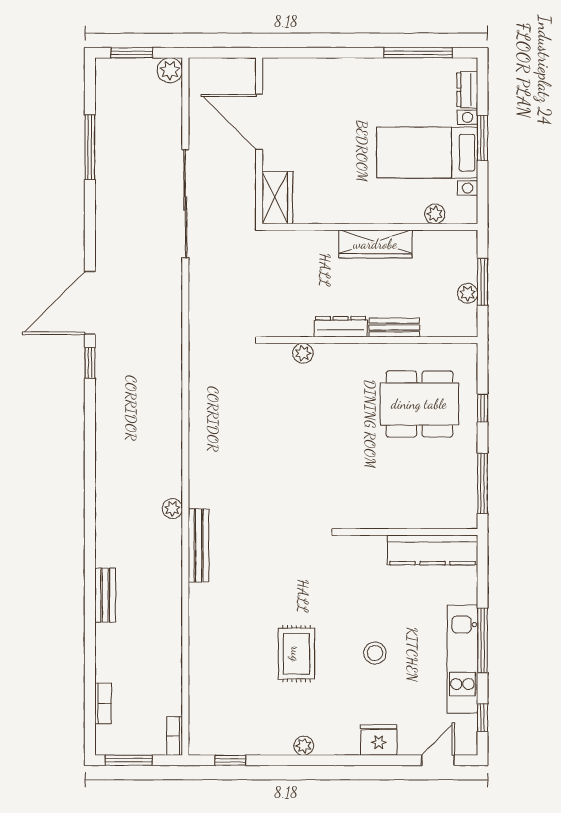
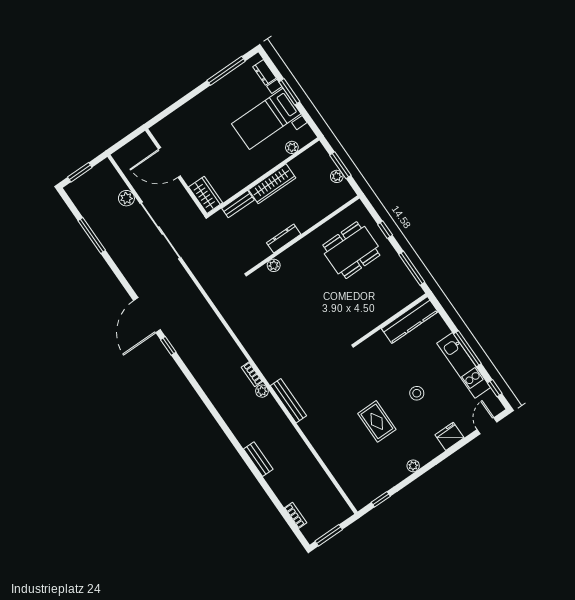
plant: (170, 70) -> (126, 198), moved
bench: (394, 327) -> (238, 204), moved
bookcase: (175, 736) -> (252, 374), moved

